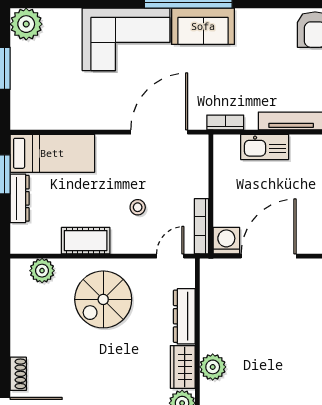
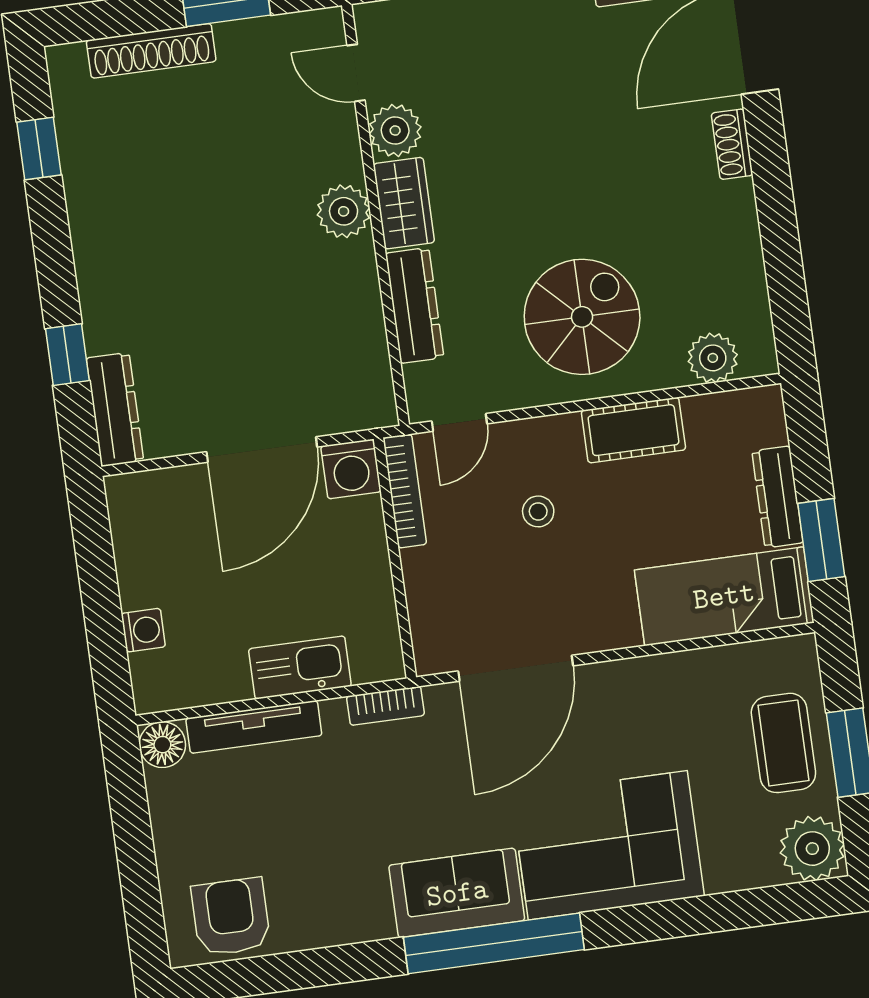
coffee table: (33, 78) -> (783, 743), added

